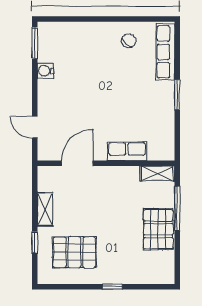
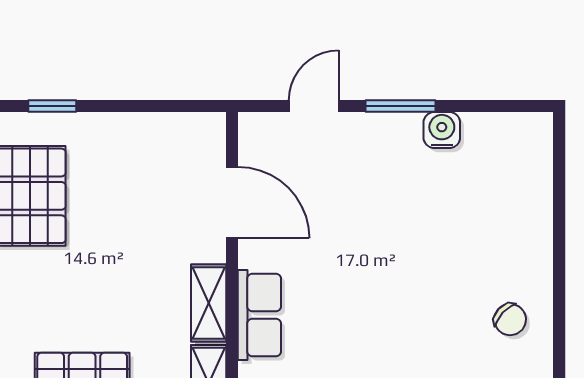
window: (35, 43) -> (401, 106), moved
shelving: (45, 209) -> (209, 303), moved, turned 90

